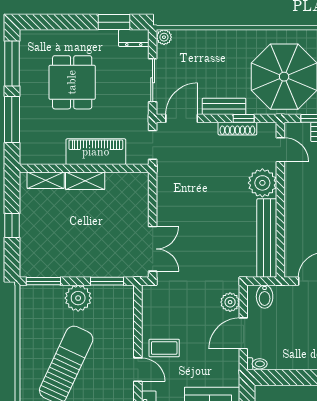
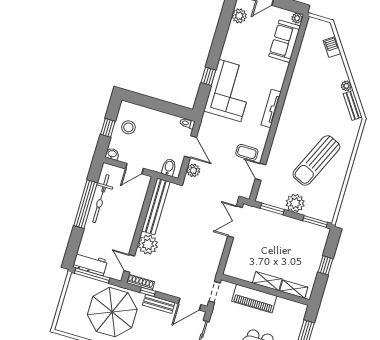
shoe rack: (237, 129) -> (140, 282), moved
door: (243, 333) -> (190, 147), hinge flipped
door: (138, 370) -> (261, 172), moved

